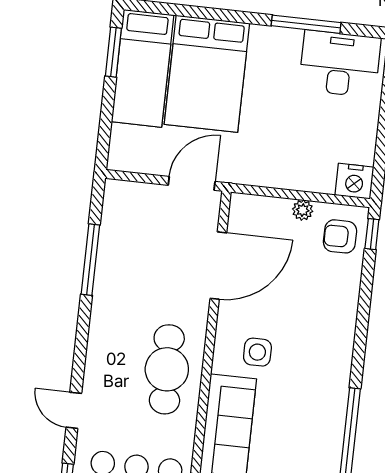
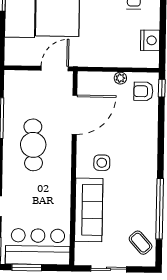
nightstand: (354, 181) -> (150, 40), moved, turned -90
cafe table: (167, 369) -> (33, 145), moved

